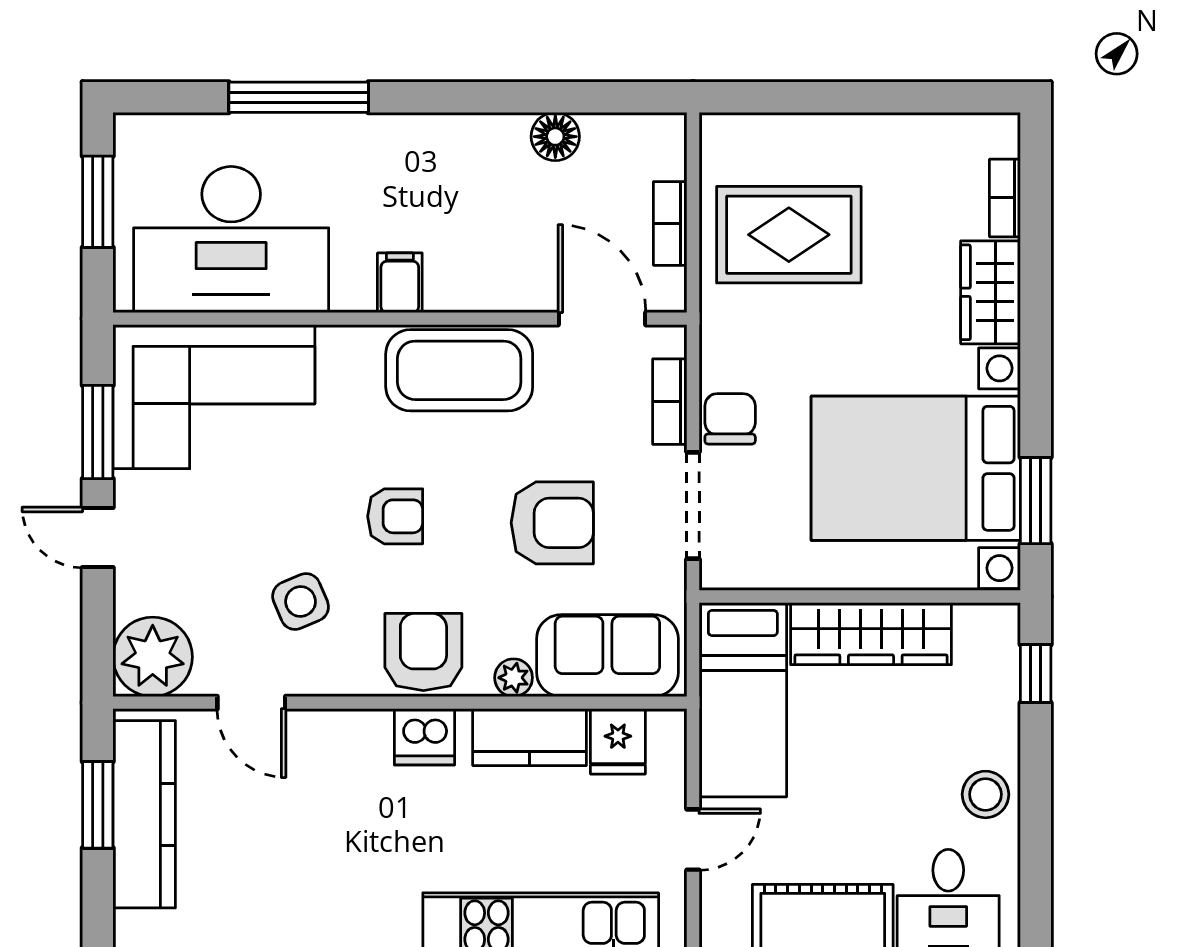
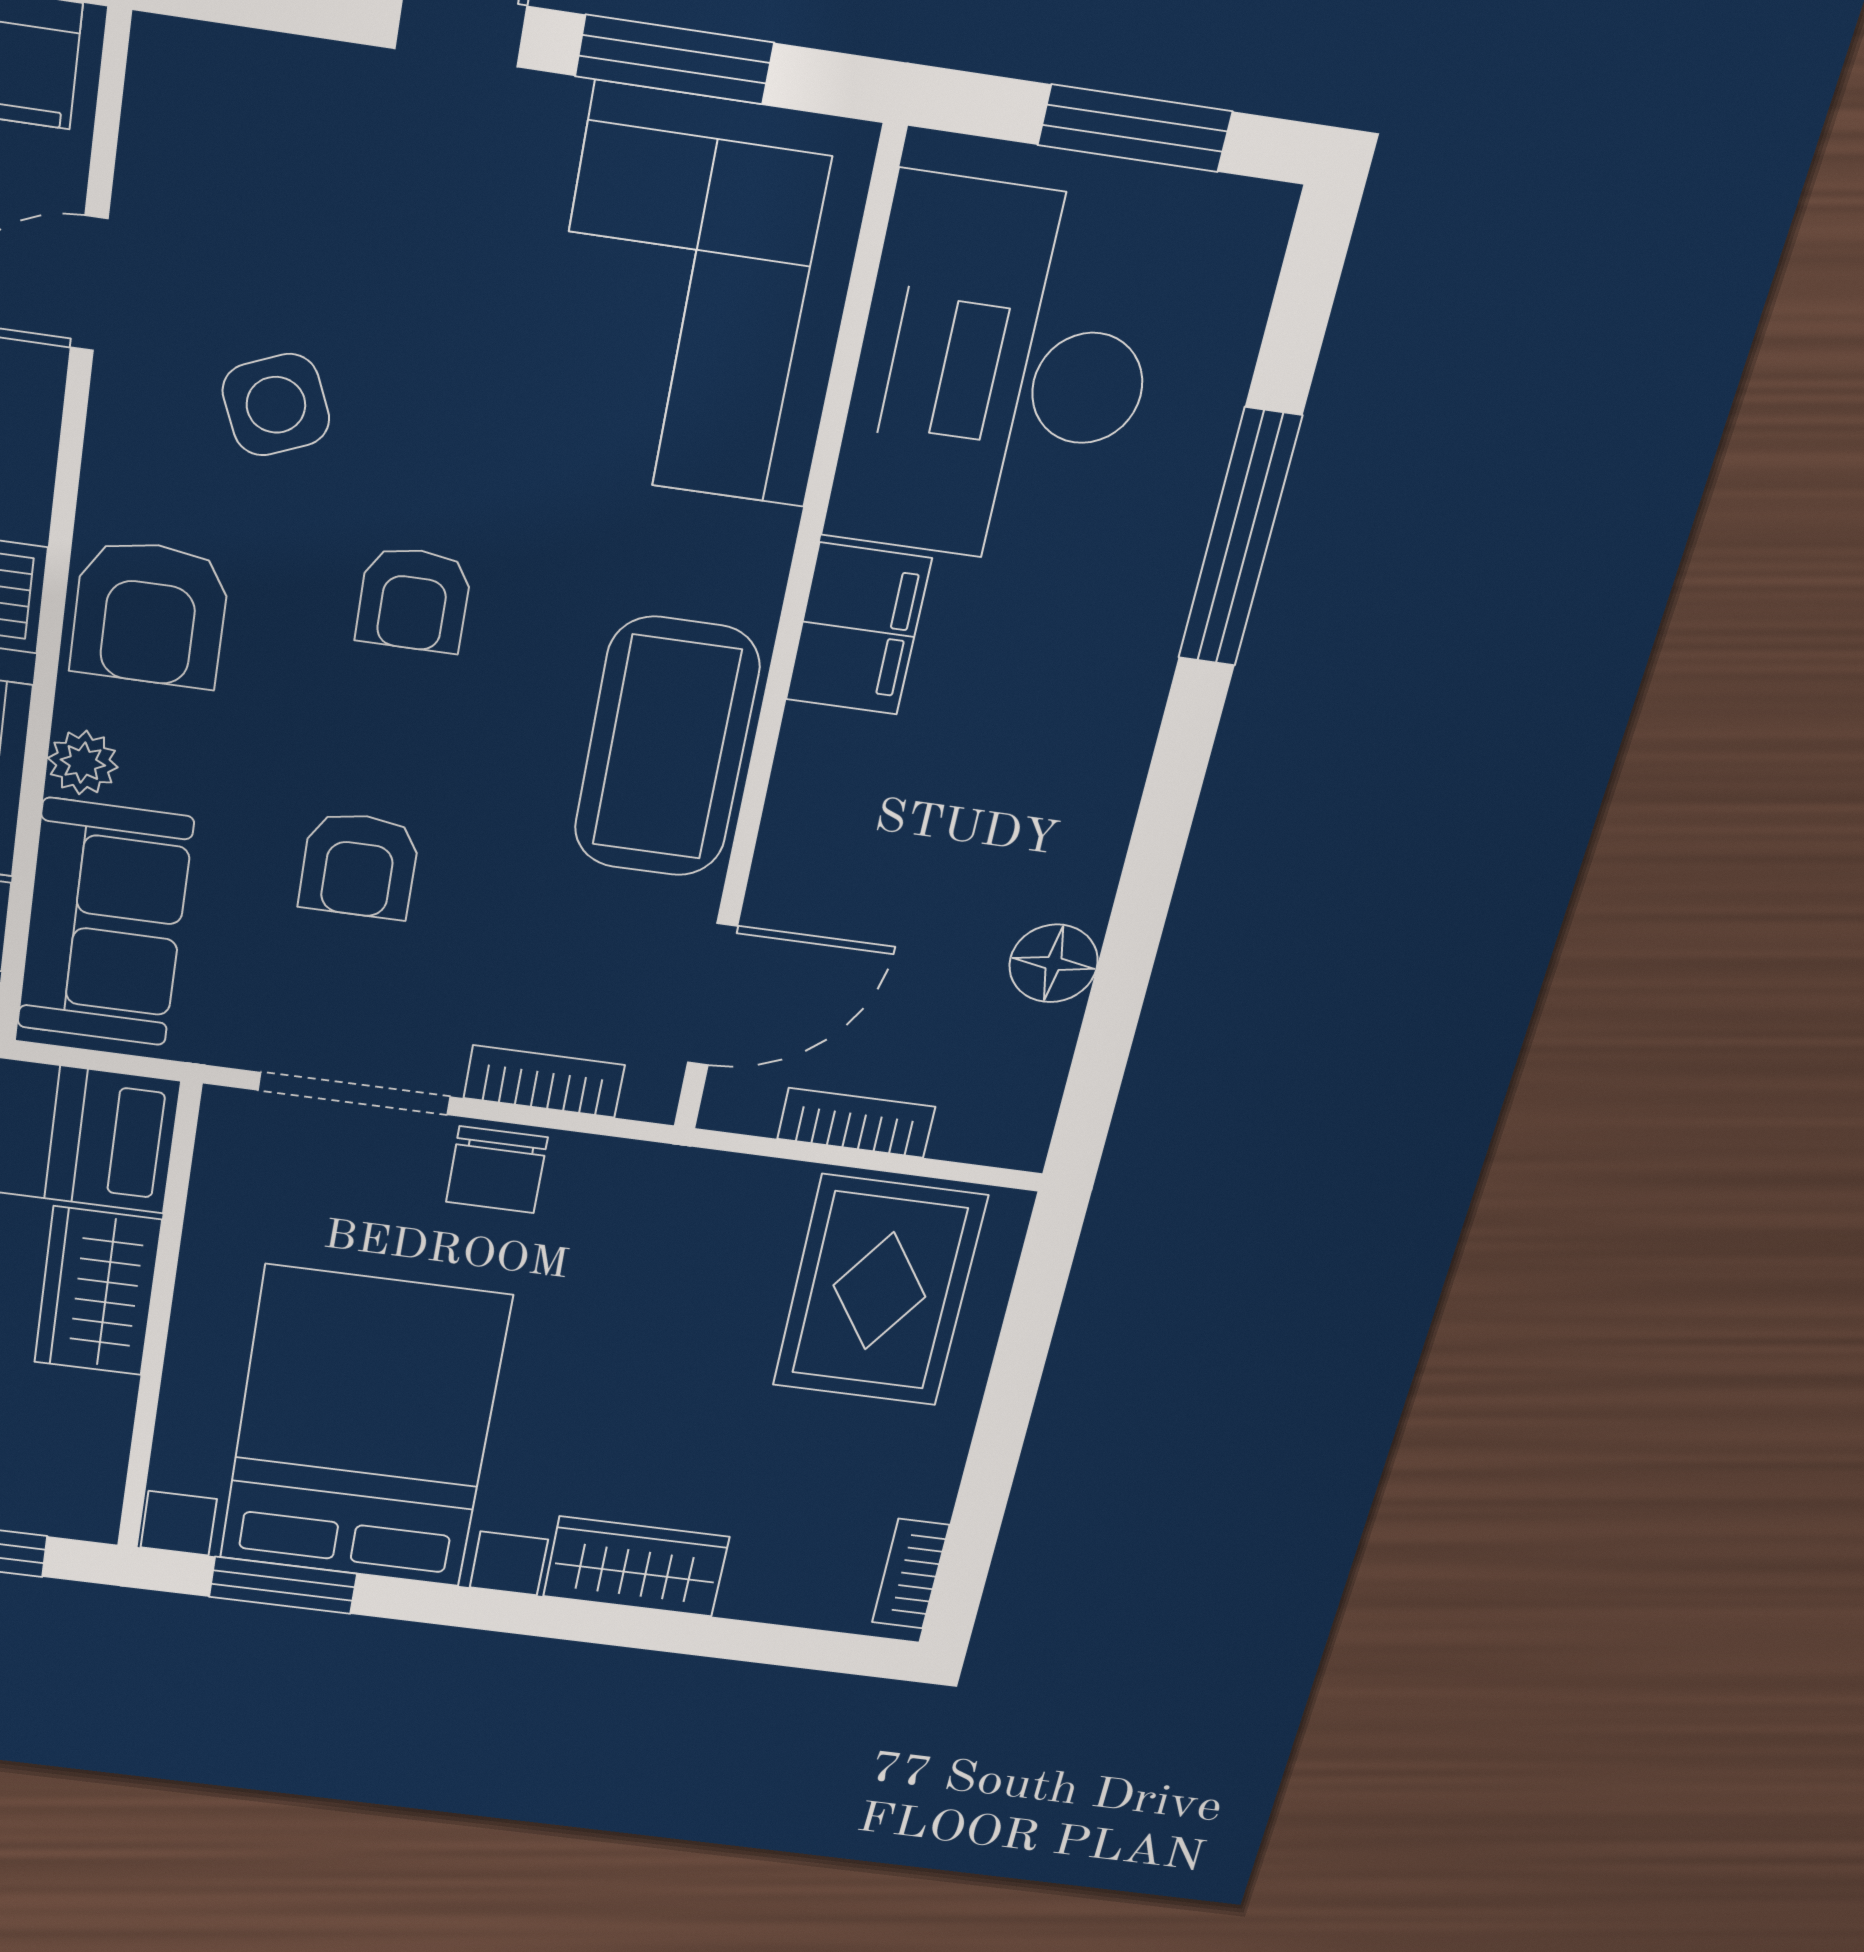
bookcase: (1005, 198) -> (911, 1574), moved, turned -90
rug: (789, 235) -> (879, 1291), moved
filing cabinet: (400, 283) -> (858, 629), width x2.00
chair: (730, 419) -> (497, 1170), turned 90
armchair: (552, 523) -> (359, 865), width x0.72, depth x0.72
wardrobe: (871, 634) -> (98, 1291), width x0.67
armchair: (423, 652) -> (150, 614), turned 90
plant: (153, 657) -> (203, 103), removed

